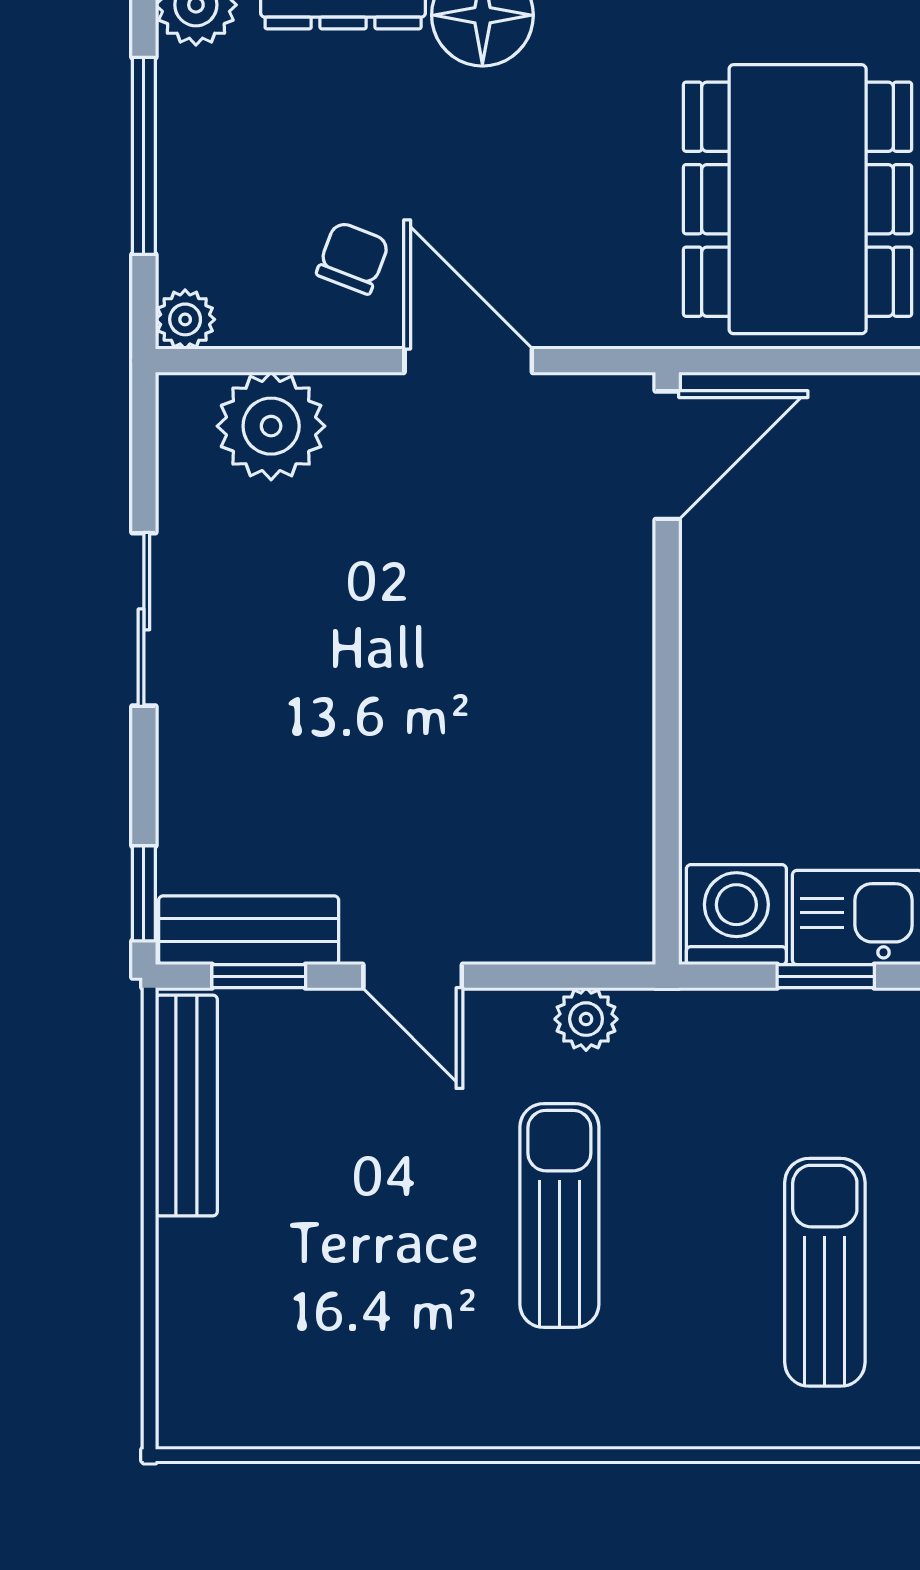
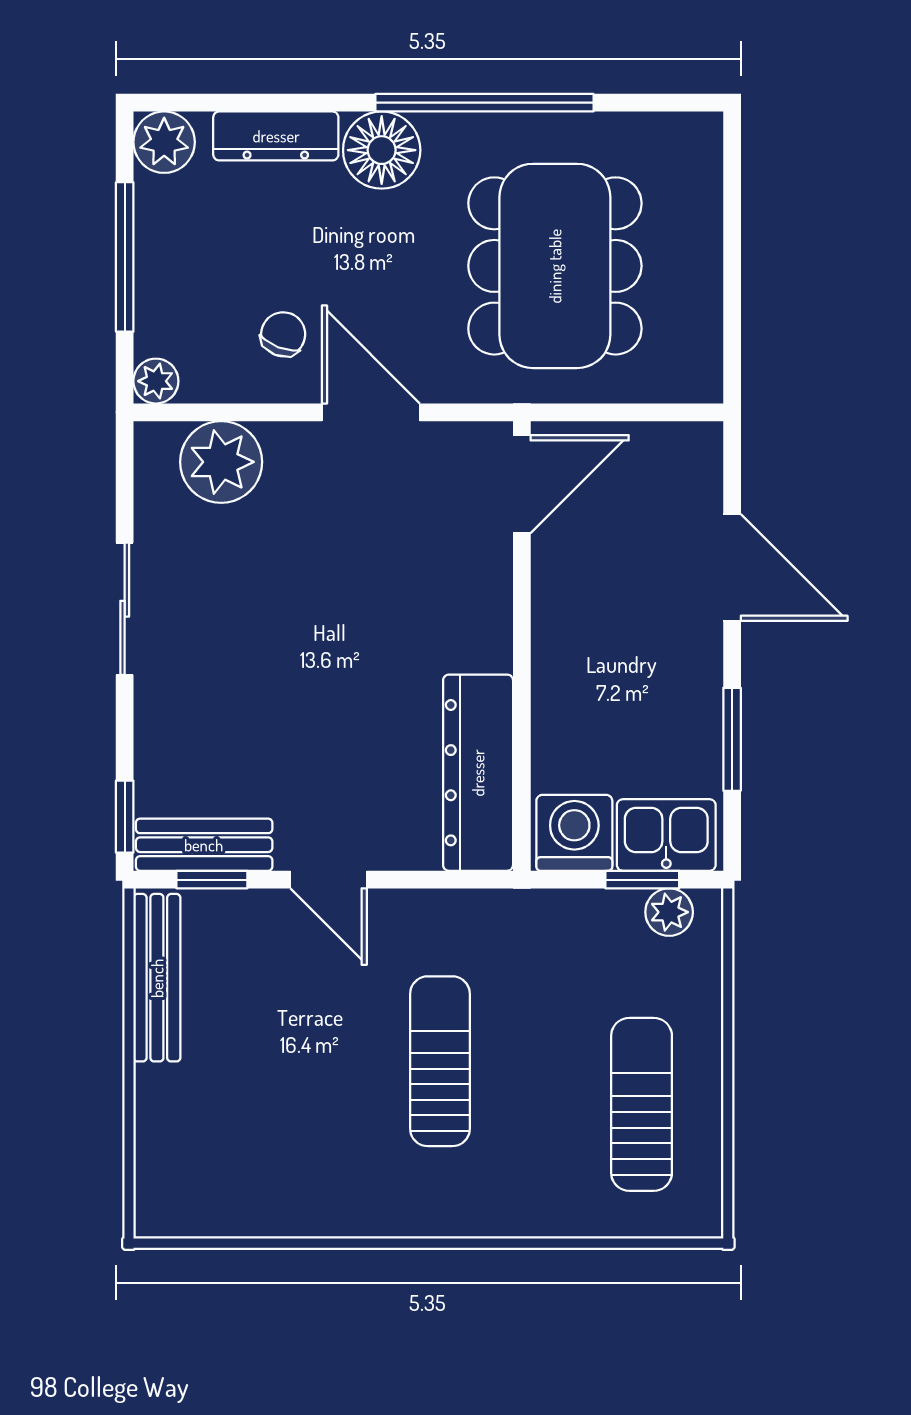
dining table: (798, 199) -> (555, 266), moved
dresser: (610, 835) -> (478, 773), added
plant: (586, 1019) -> (669, 912), moved

